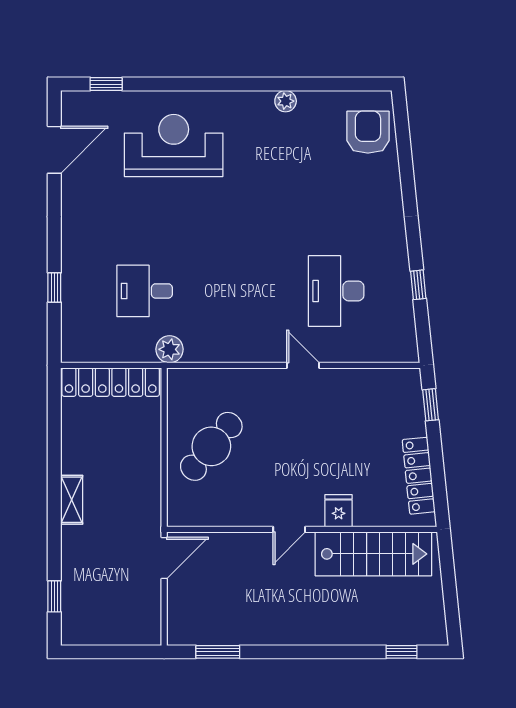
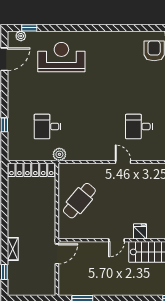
plant: (286, 101) -> (21, 36), moved
desk: (336, 291) -> (139, 127), width x0.73
shelving: (72, 500) -> (13, 249), moved

